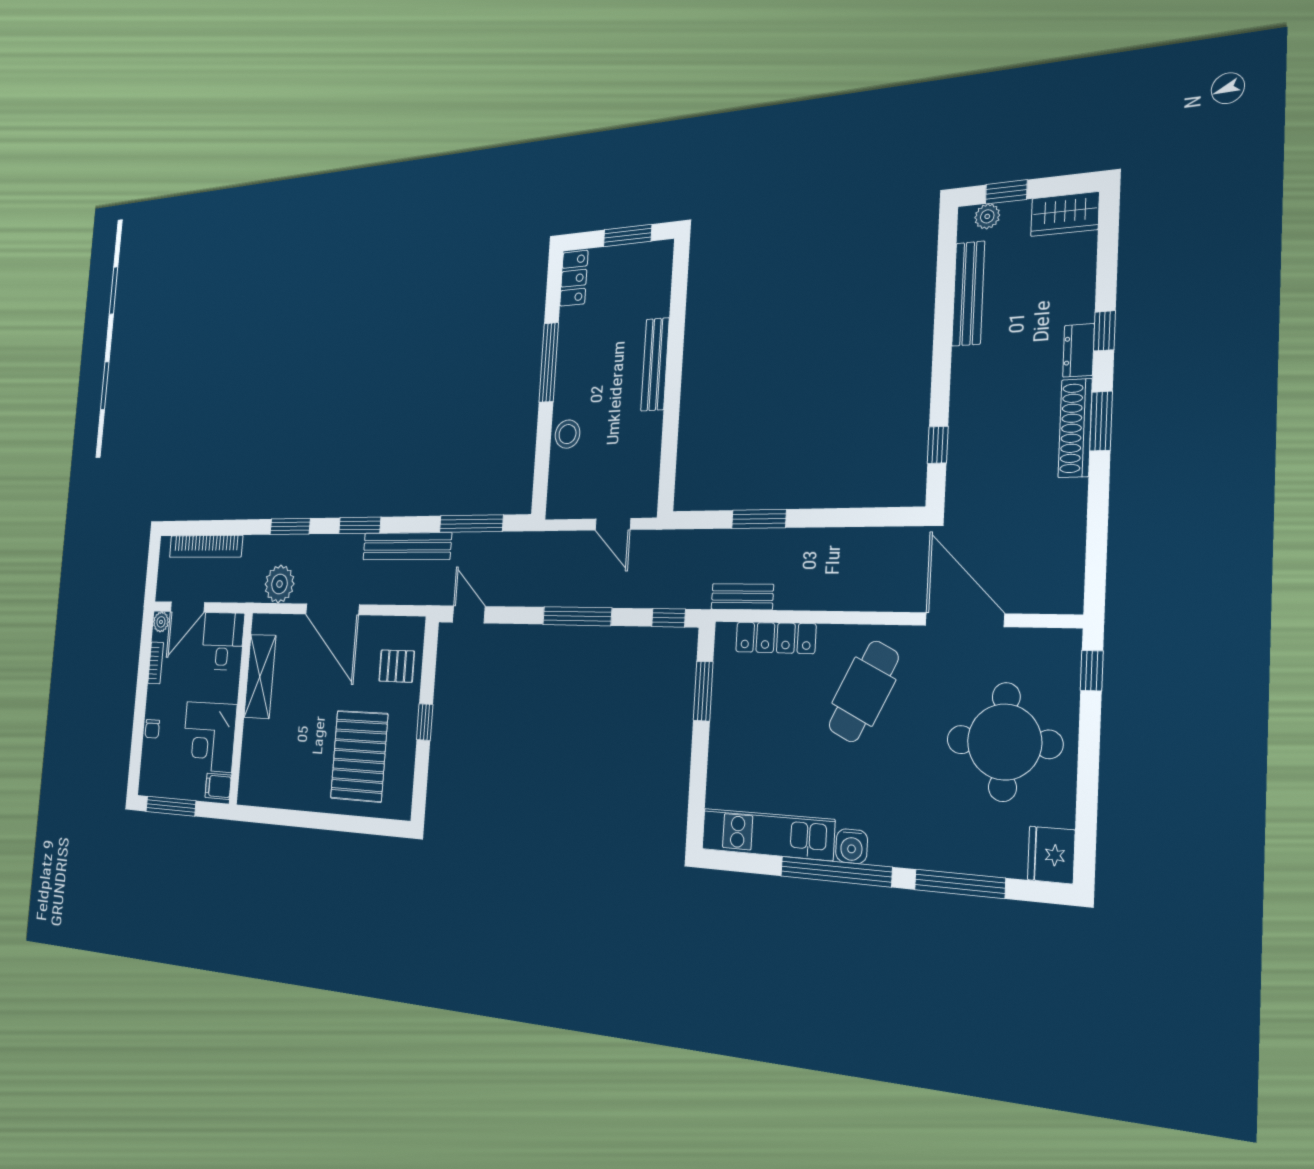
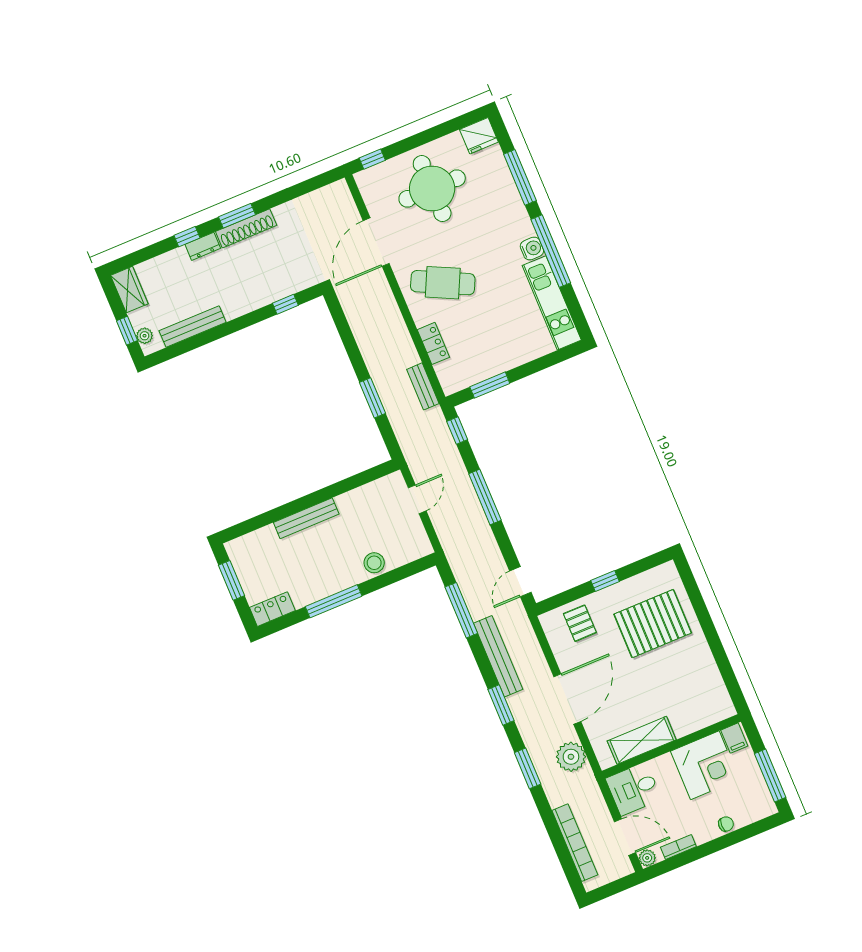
locker: (776, 638) -> (433, 343), width x0.66

